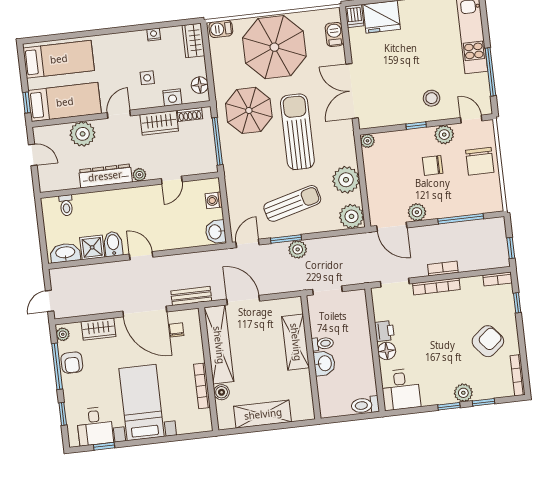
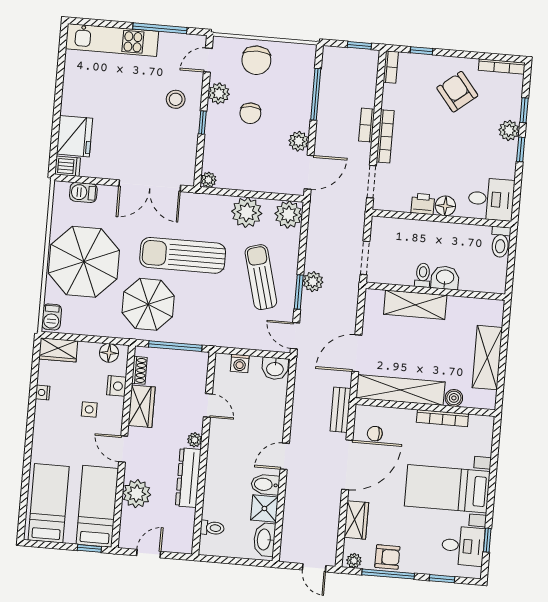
chair: (480, 161) -> (256, 60), turned 90

